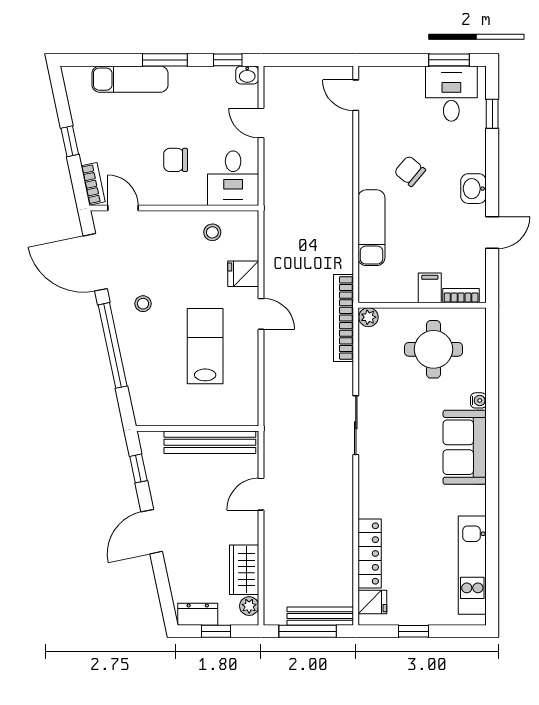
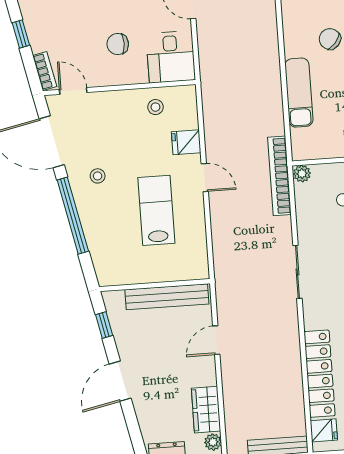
locker: (370, 553) -> (319, 374), width x1.41, depth x1.21

